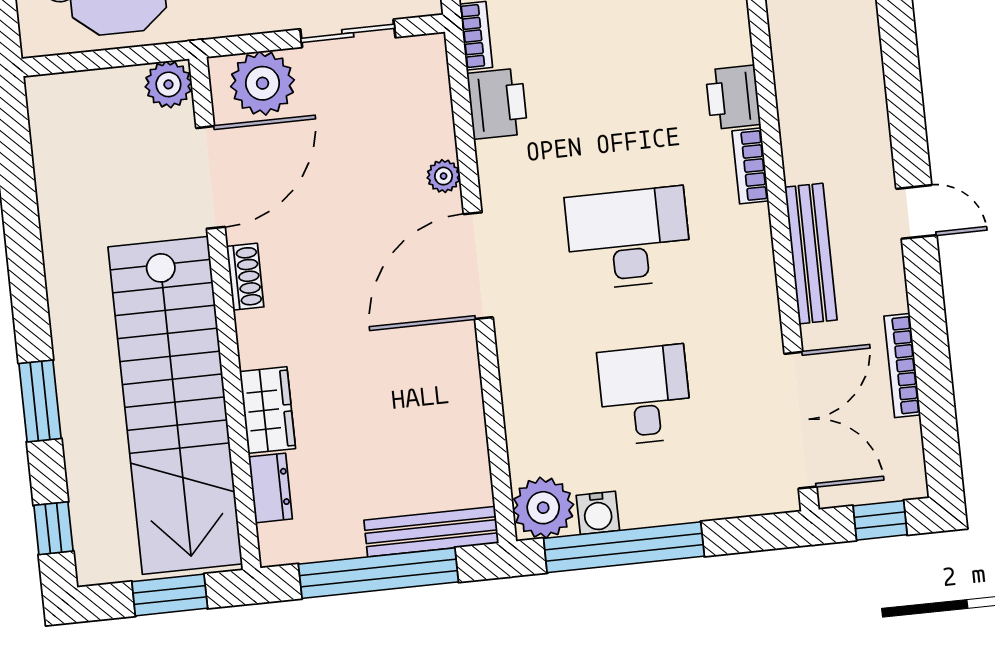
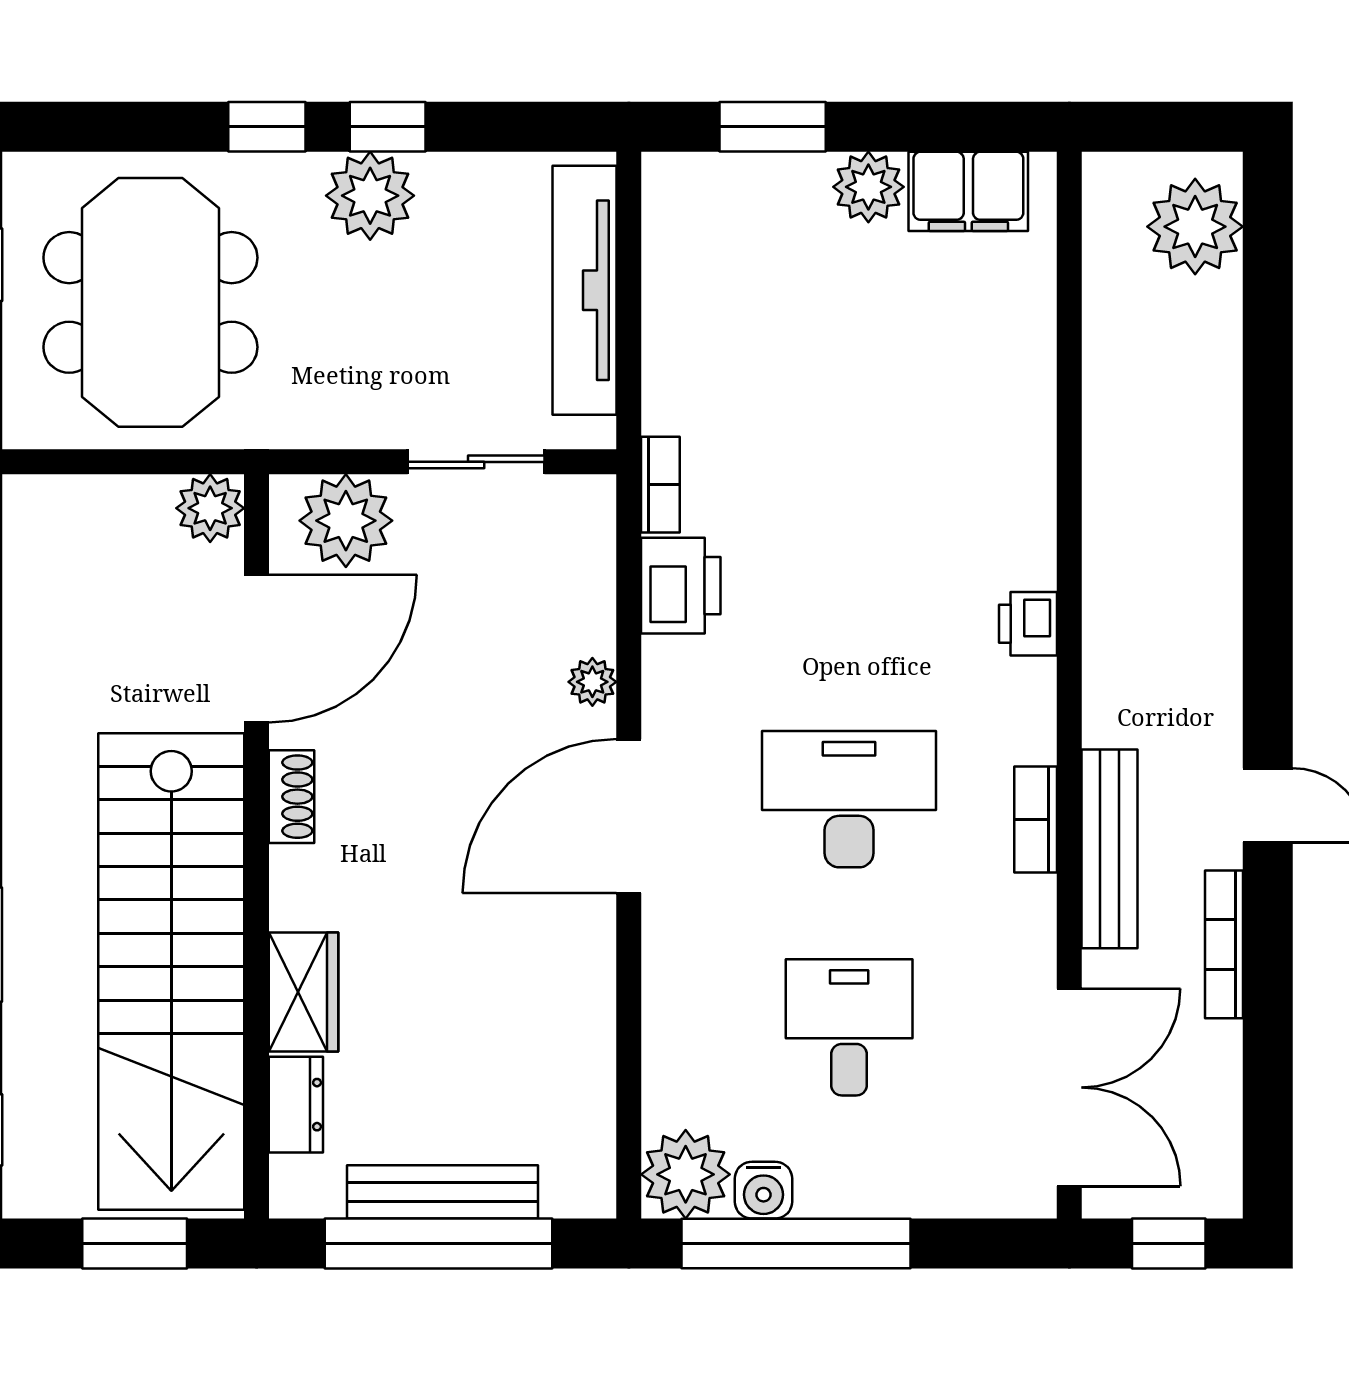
printer: (733, 97) -> (1028, 624), width x0.73, depth x0.81
bookcase: (750, 166) -> (1036, 819), moved
bookcase: (902, 366) -> (1224, 944), moved
bench: (431, 532) -> (443, 1192), moved

